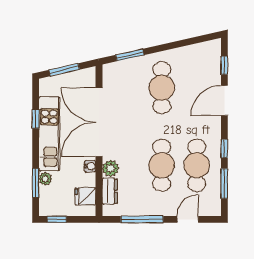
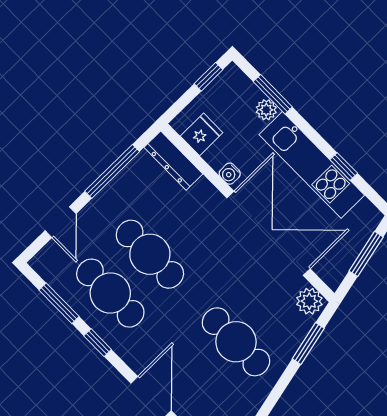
plant: (111, 168) -> (309, 301), moved
dresser: (110, 191) -> (173, 161), width x1.44

